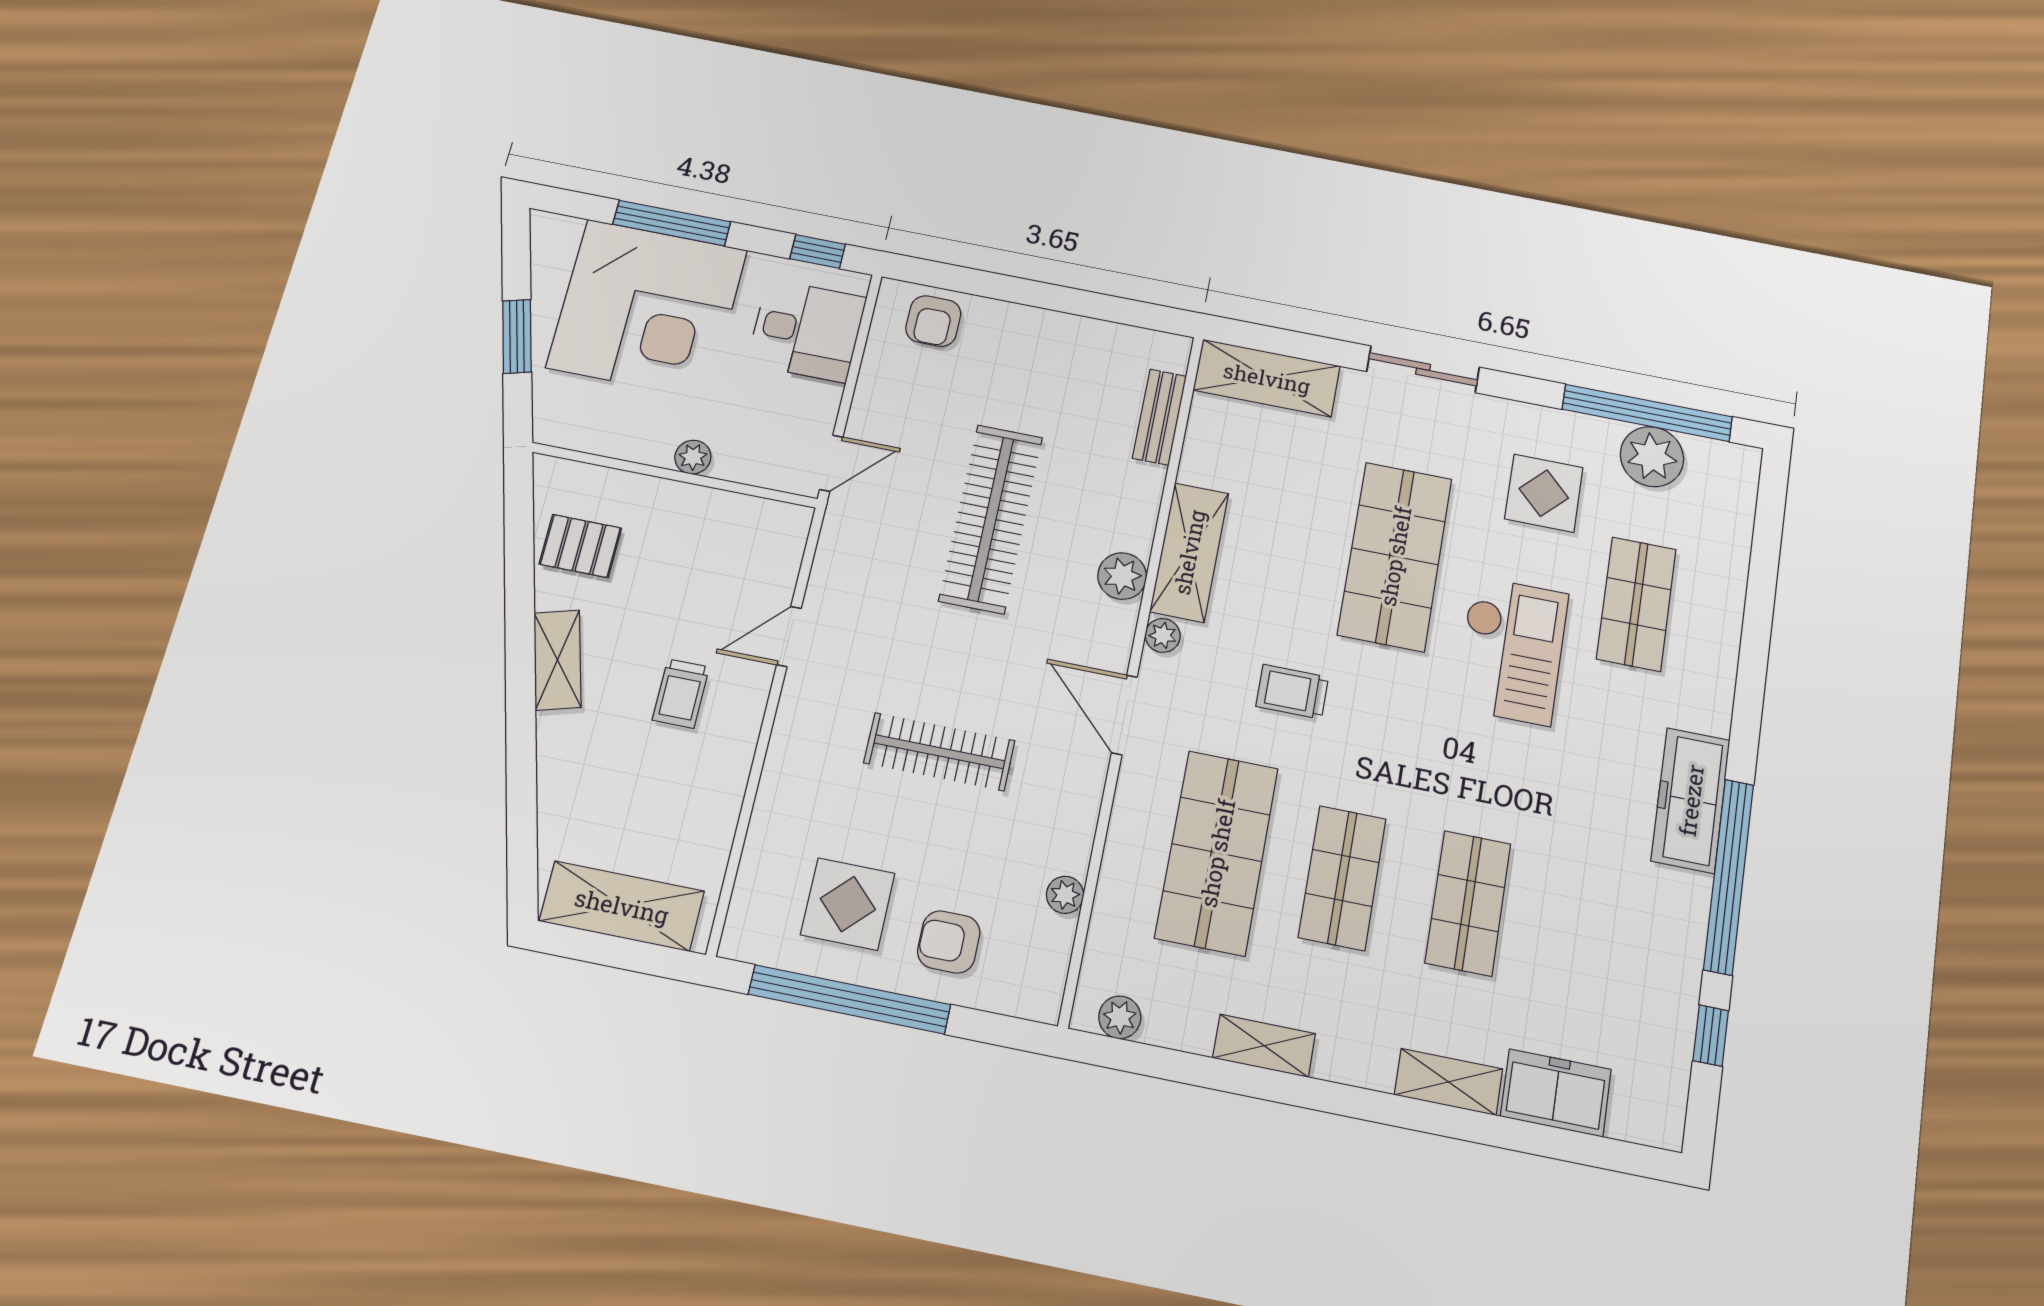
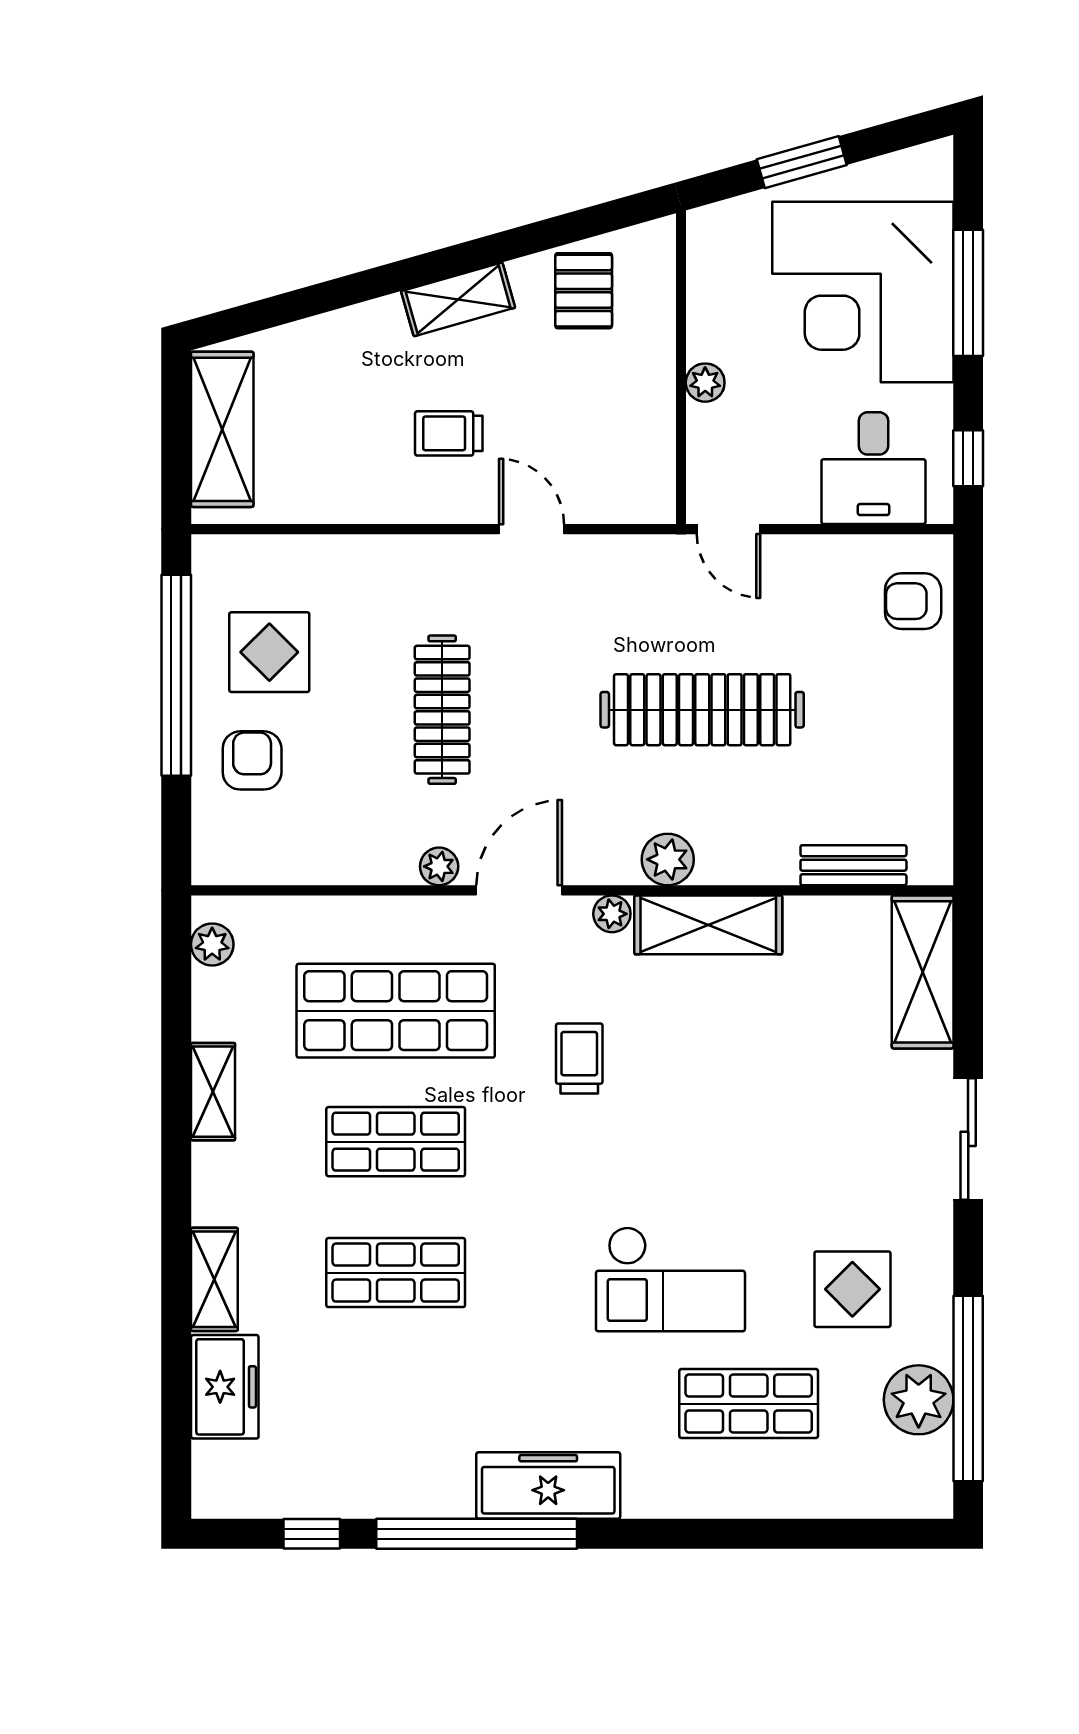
shop shelf: (1395, 556) -> (749, 1142), removed
plant: (1065, 895) -> (439, 866), moved

